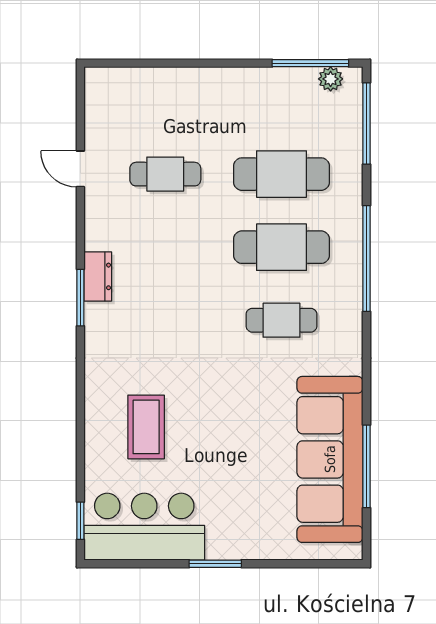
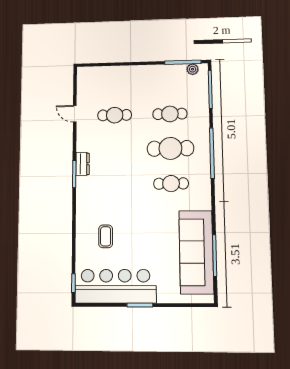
cafe table: (281, 174) -> (170, 114), width x0.73, depth x0.74
coffee table: (146, 427) -> (106, 236), width x0.73, depth x0.77
bar counter: (144, 527) -> (115, 286), width x1.36

